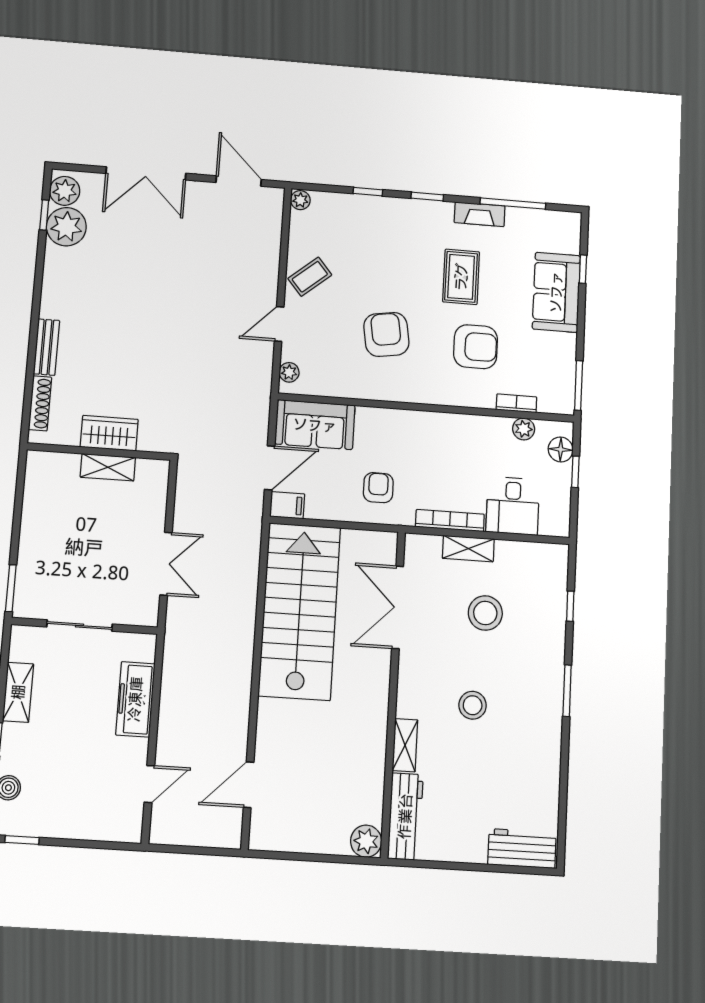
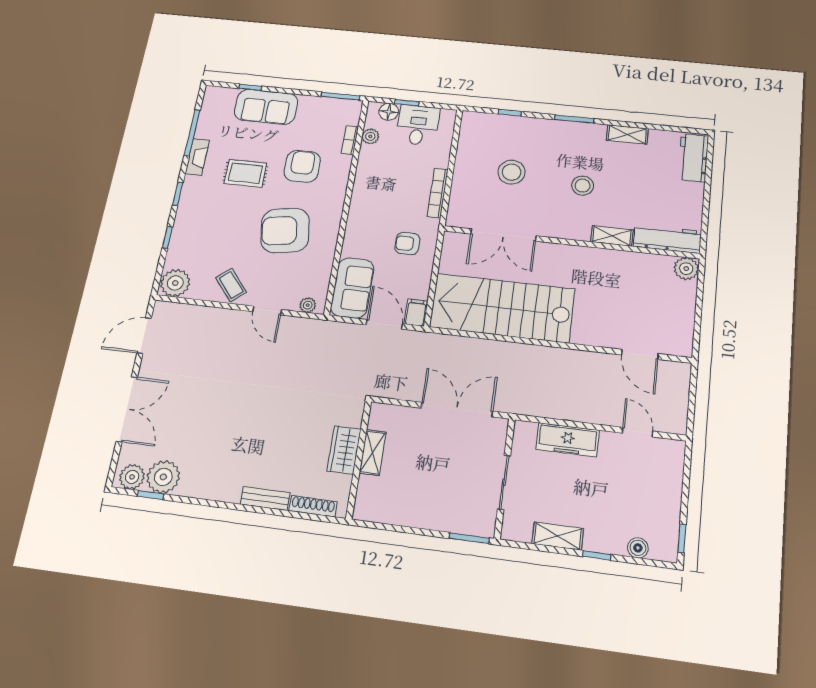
plant: (300, 200) -> (175, 283), width x1.88, depth x1.88
armchair: (386, 334) -> (285, 230), width x1.36, depth x1.36
desk: (513, 506) -> (418, 125), moved, turned -90
shelving: (468, 549) -> (627, 134), moved, turned 90
double door: (166, 564) -> (457, 410), width x1.37

